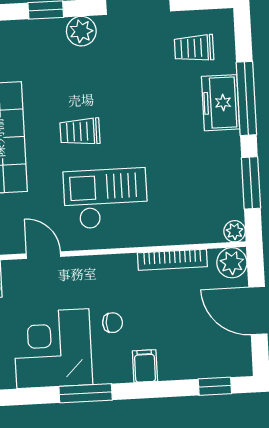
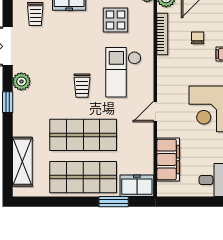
display table: (191, 181) -> (116, 20), added
chair: (113, 323) -> (198, 38), moved

